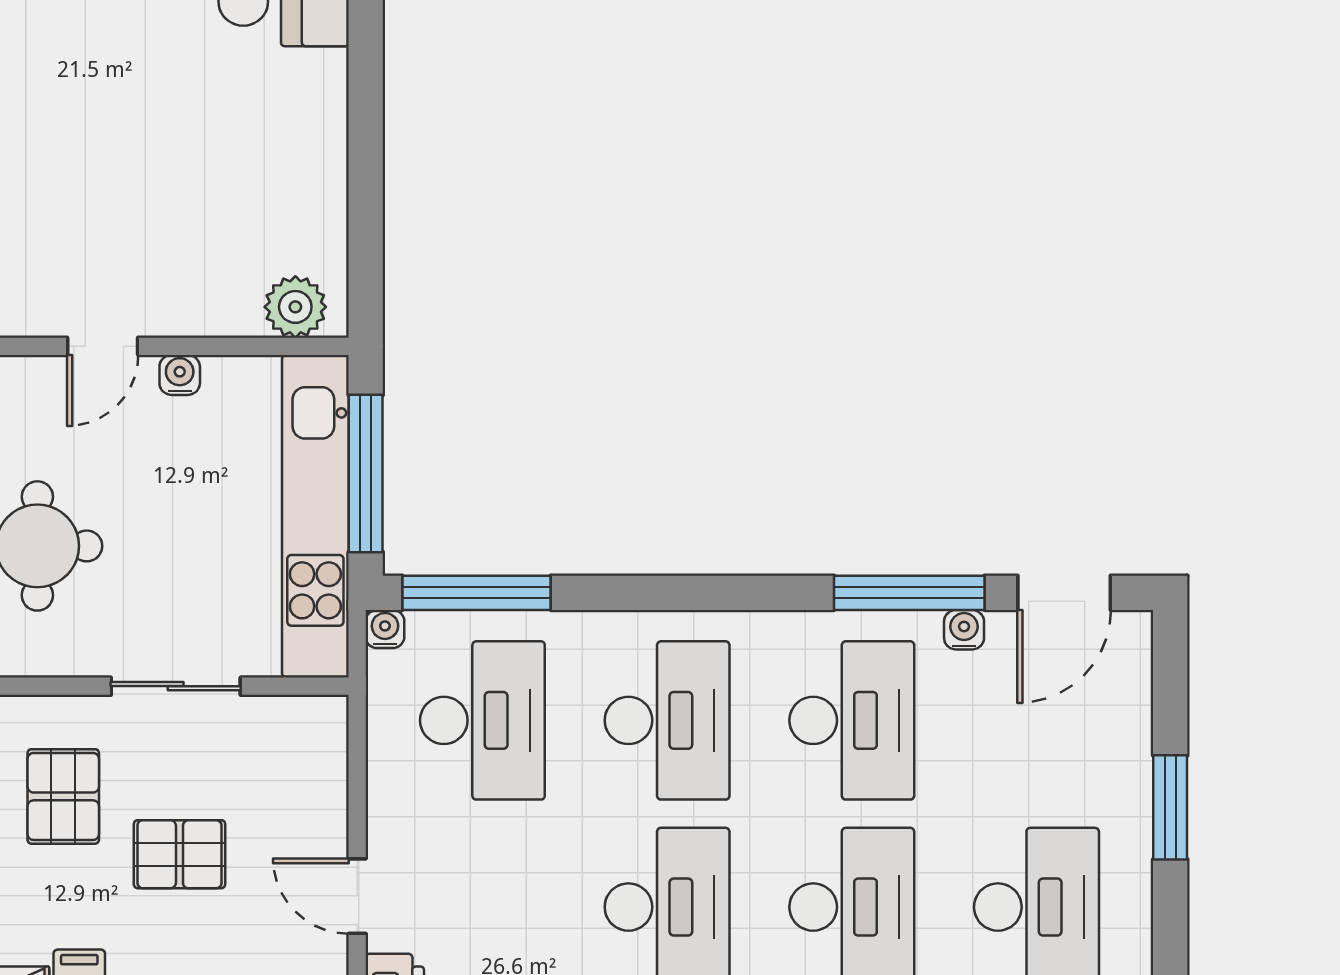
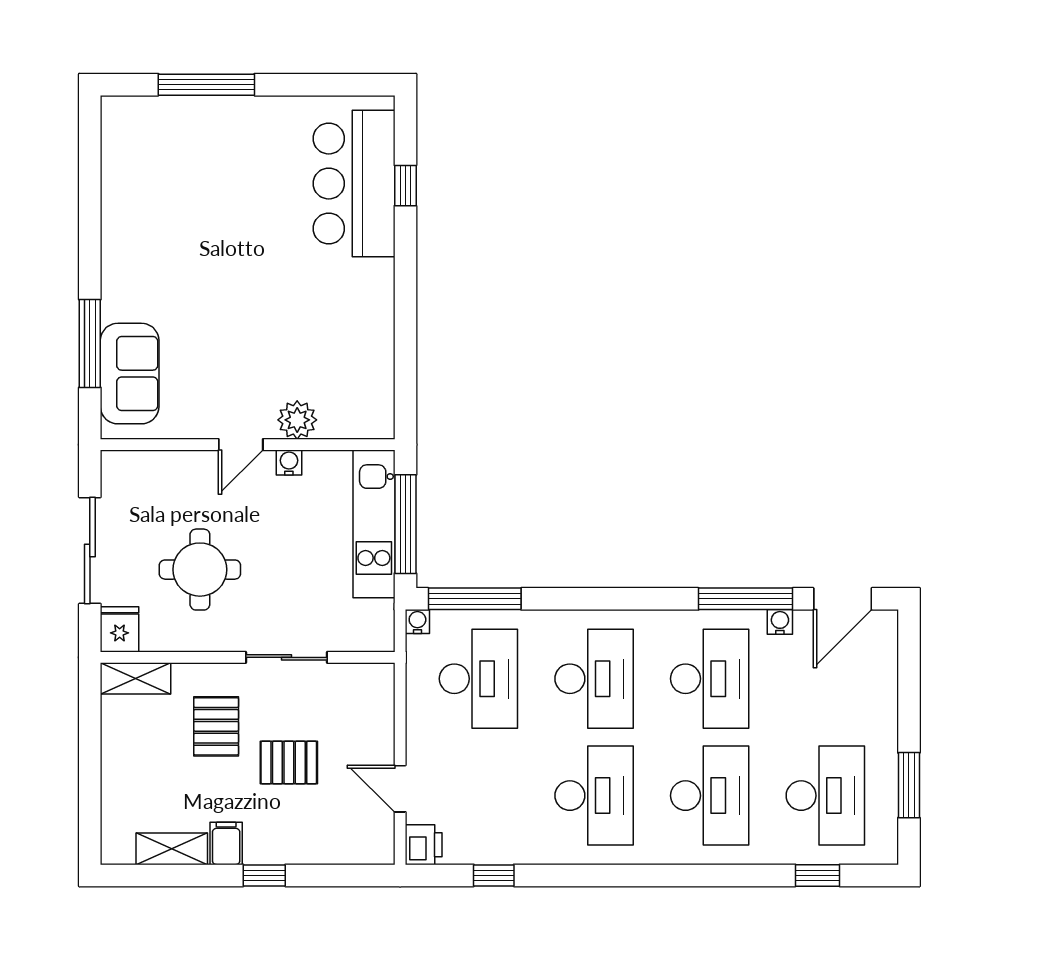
plant: (295, 307) -> (297, 420), moved
kitchen unit: (315, 516) -> (374, 524), width x0.73
window: (1170, 807) -> (909, 785), moved

